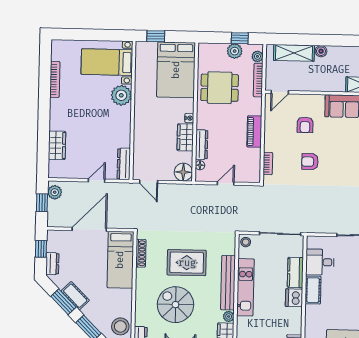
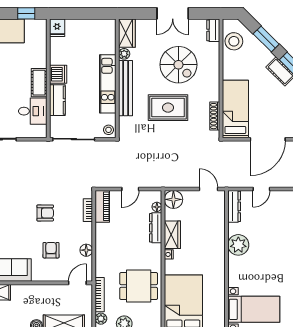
plant: (121, 95) -> (238, 245), moved
floor lamp: (270, 124) -> (86, 250), added
piano: (254, 132) -> (102, 206), moved

